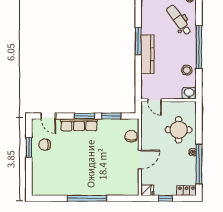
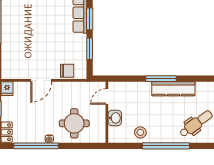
window: (138, 41) -> (161, 79), moved
kitchen counter: (147, 54) -> (173, 89), moved
washbasin: (189, 93) -> (115, 118), moved
door: (140, 160) -> (41, 80), hinge flipped

